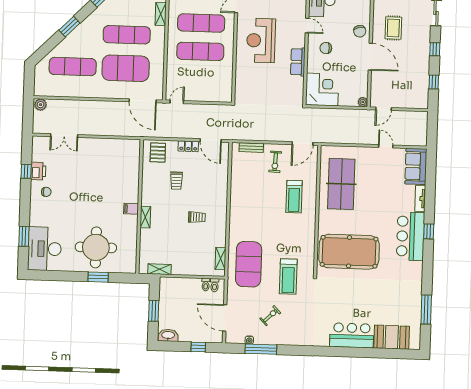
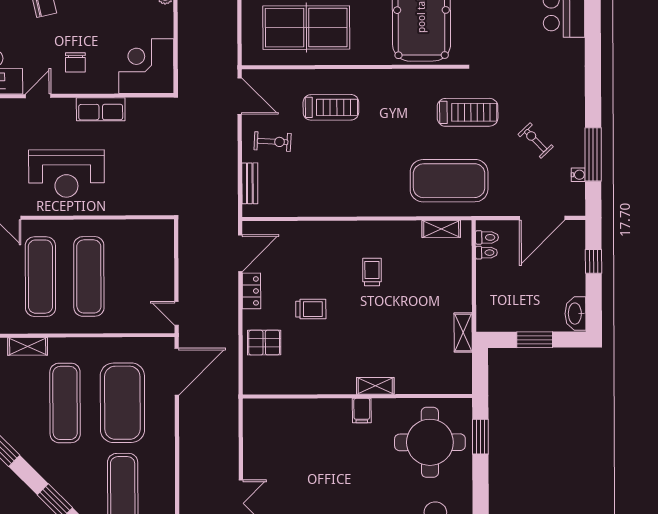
wall: (140, 207) -> (357, 396), moved
filing cabinet: (131, 209) -> (362, 411), moved
shelving: (145, 217) -> (375, 386), moved

